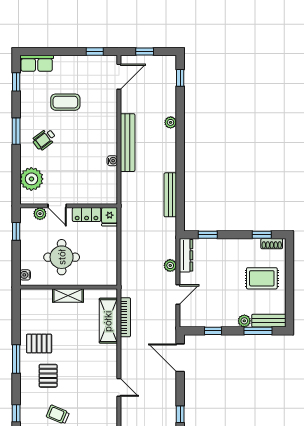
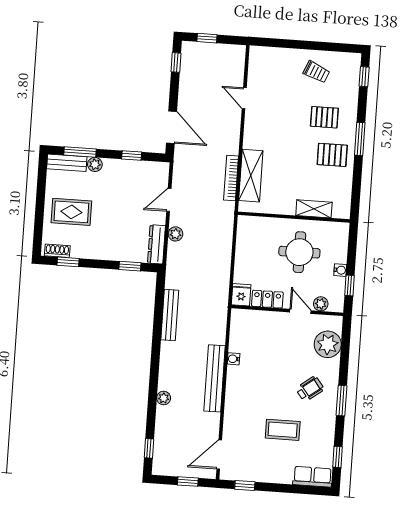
water cooler: (25, 275) -> (340, 270), moved
shelving: (68, 296) -> (314, 209), moved
pallet: (48, 376) -> (324, 117), turned 90

